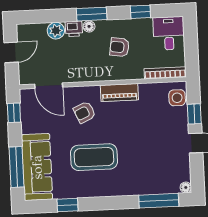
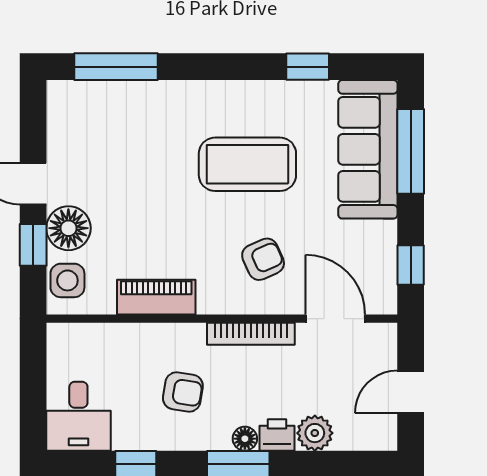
bookcase: (165, 73) -> (251, 334), moved
piano: (119, 93) -> (156, 297), moved
floor lamp: (186, 187) -> (68, 228), moved, width x1.89, depth x1.89

